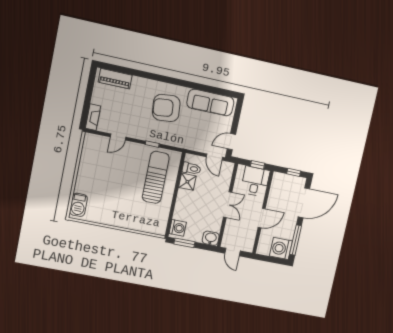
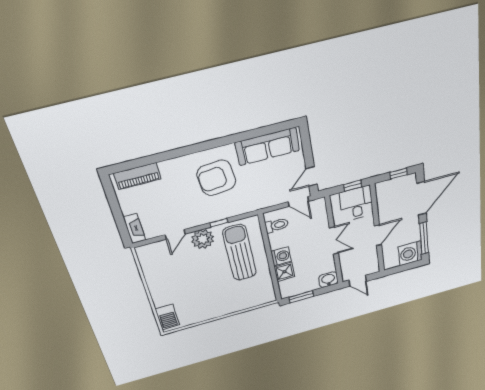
plant: (135, 151) -> (203, 239), added
shower: (187, 182) -> (284, 272), moved
washing machine: (178, 228) -> (281, 256), moved

